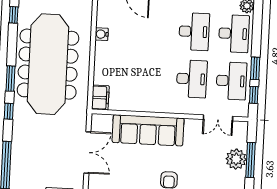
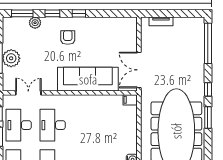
filing cabinet: (100, 98) -> (130, 100), width x0.50
double door: (87, 152) -> (139, 70), moved

